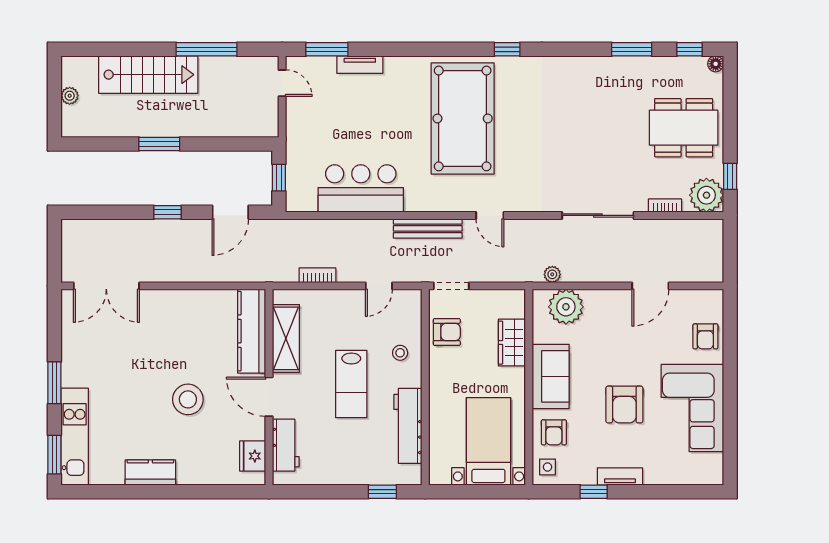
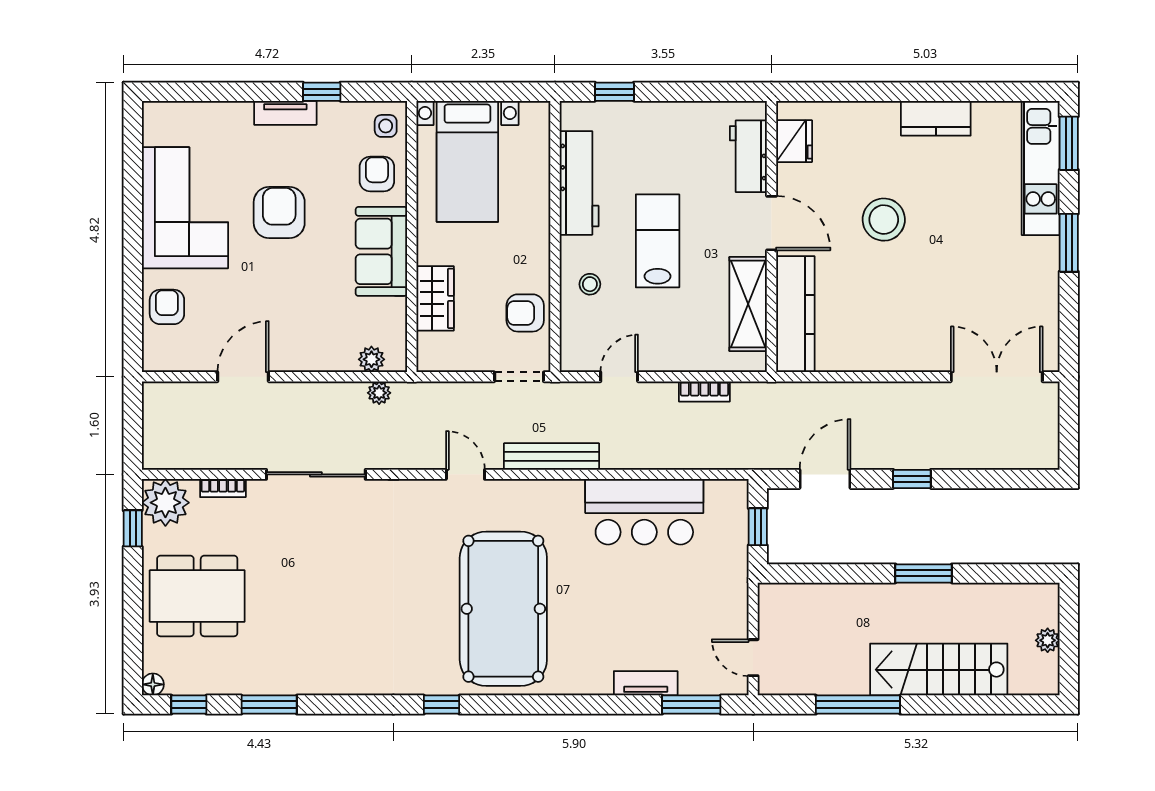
plant: (566, 307) -> (371, 359), width x0.53, depth x0.53

